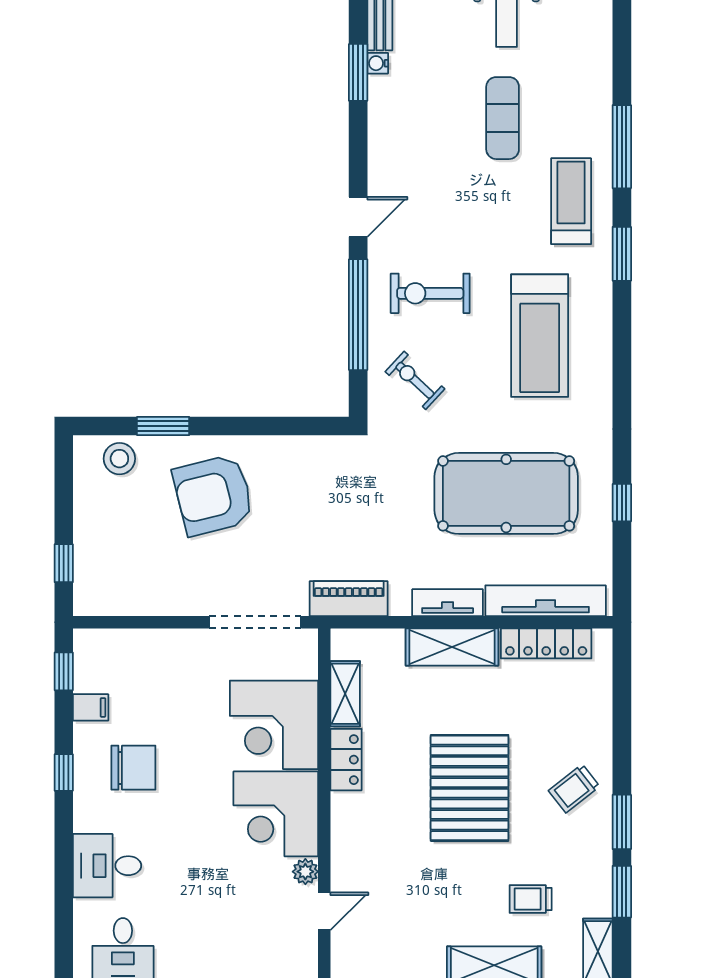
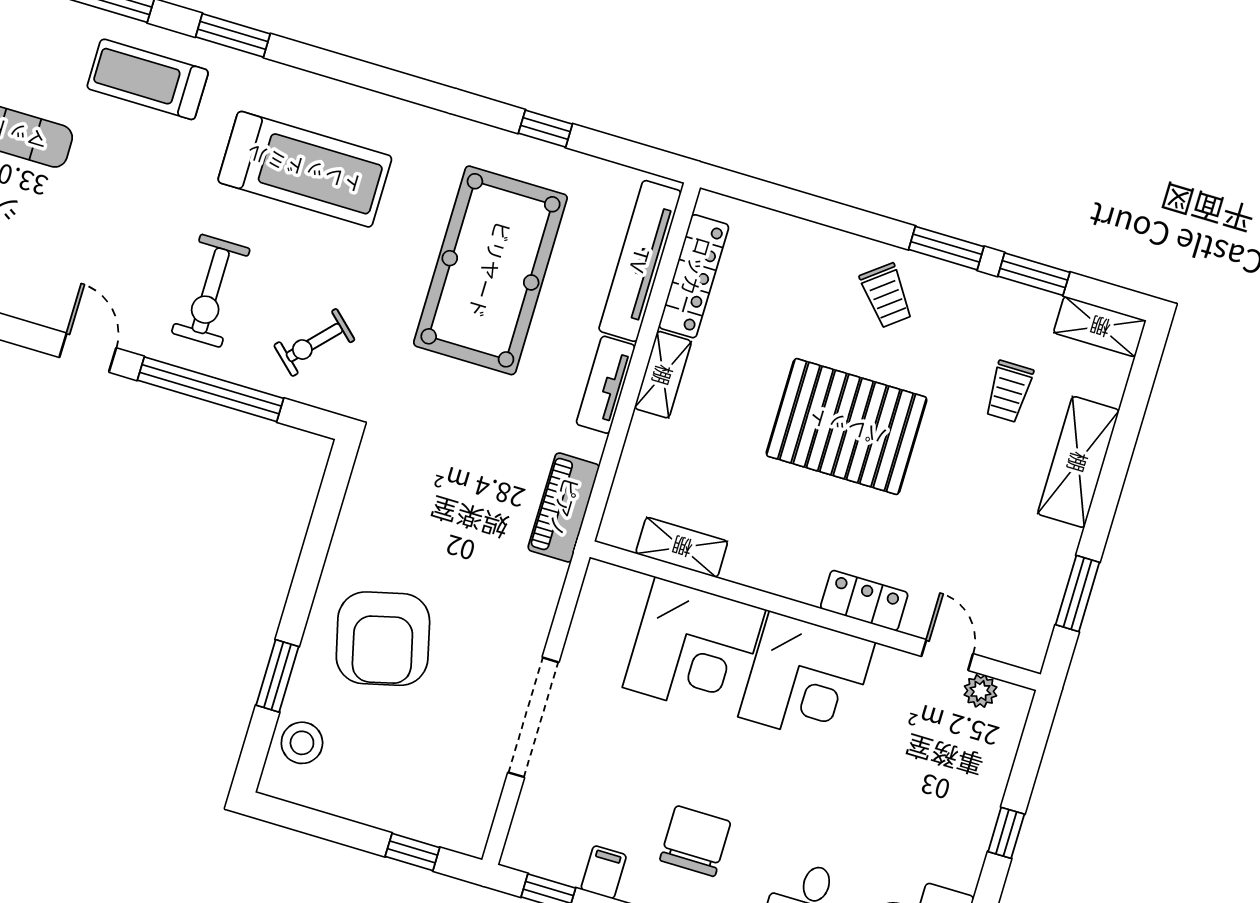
doorway: (255, 622) -> (533, 717), moved
shelving: (452, 647) -> (663, 375), width x0.67, depth x0.75
locker: (346, 760) -> (864, 601), moved
plant: (305, 872) -> (980, 691), moved

